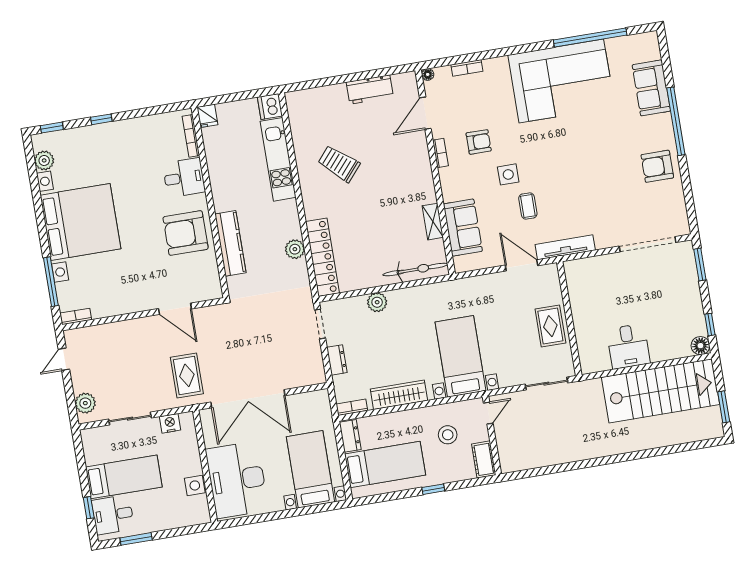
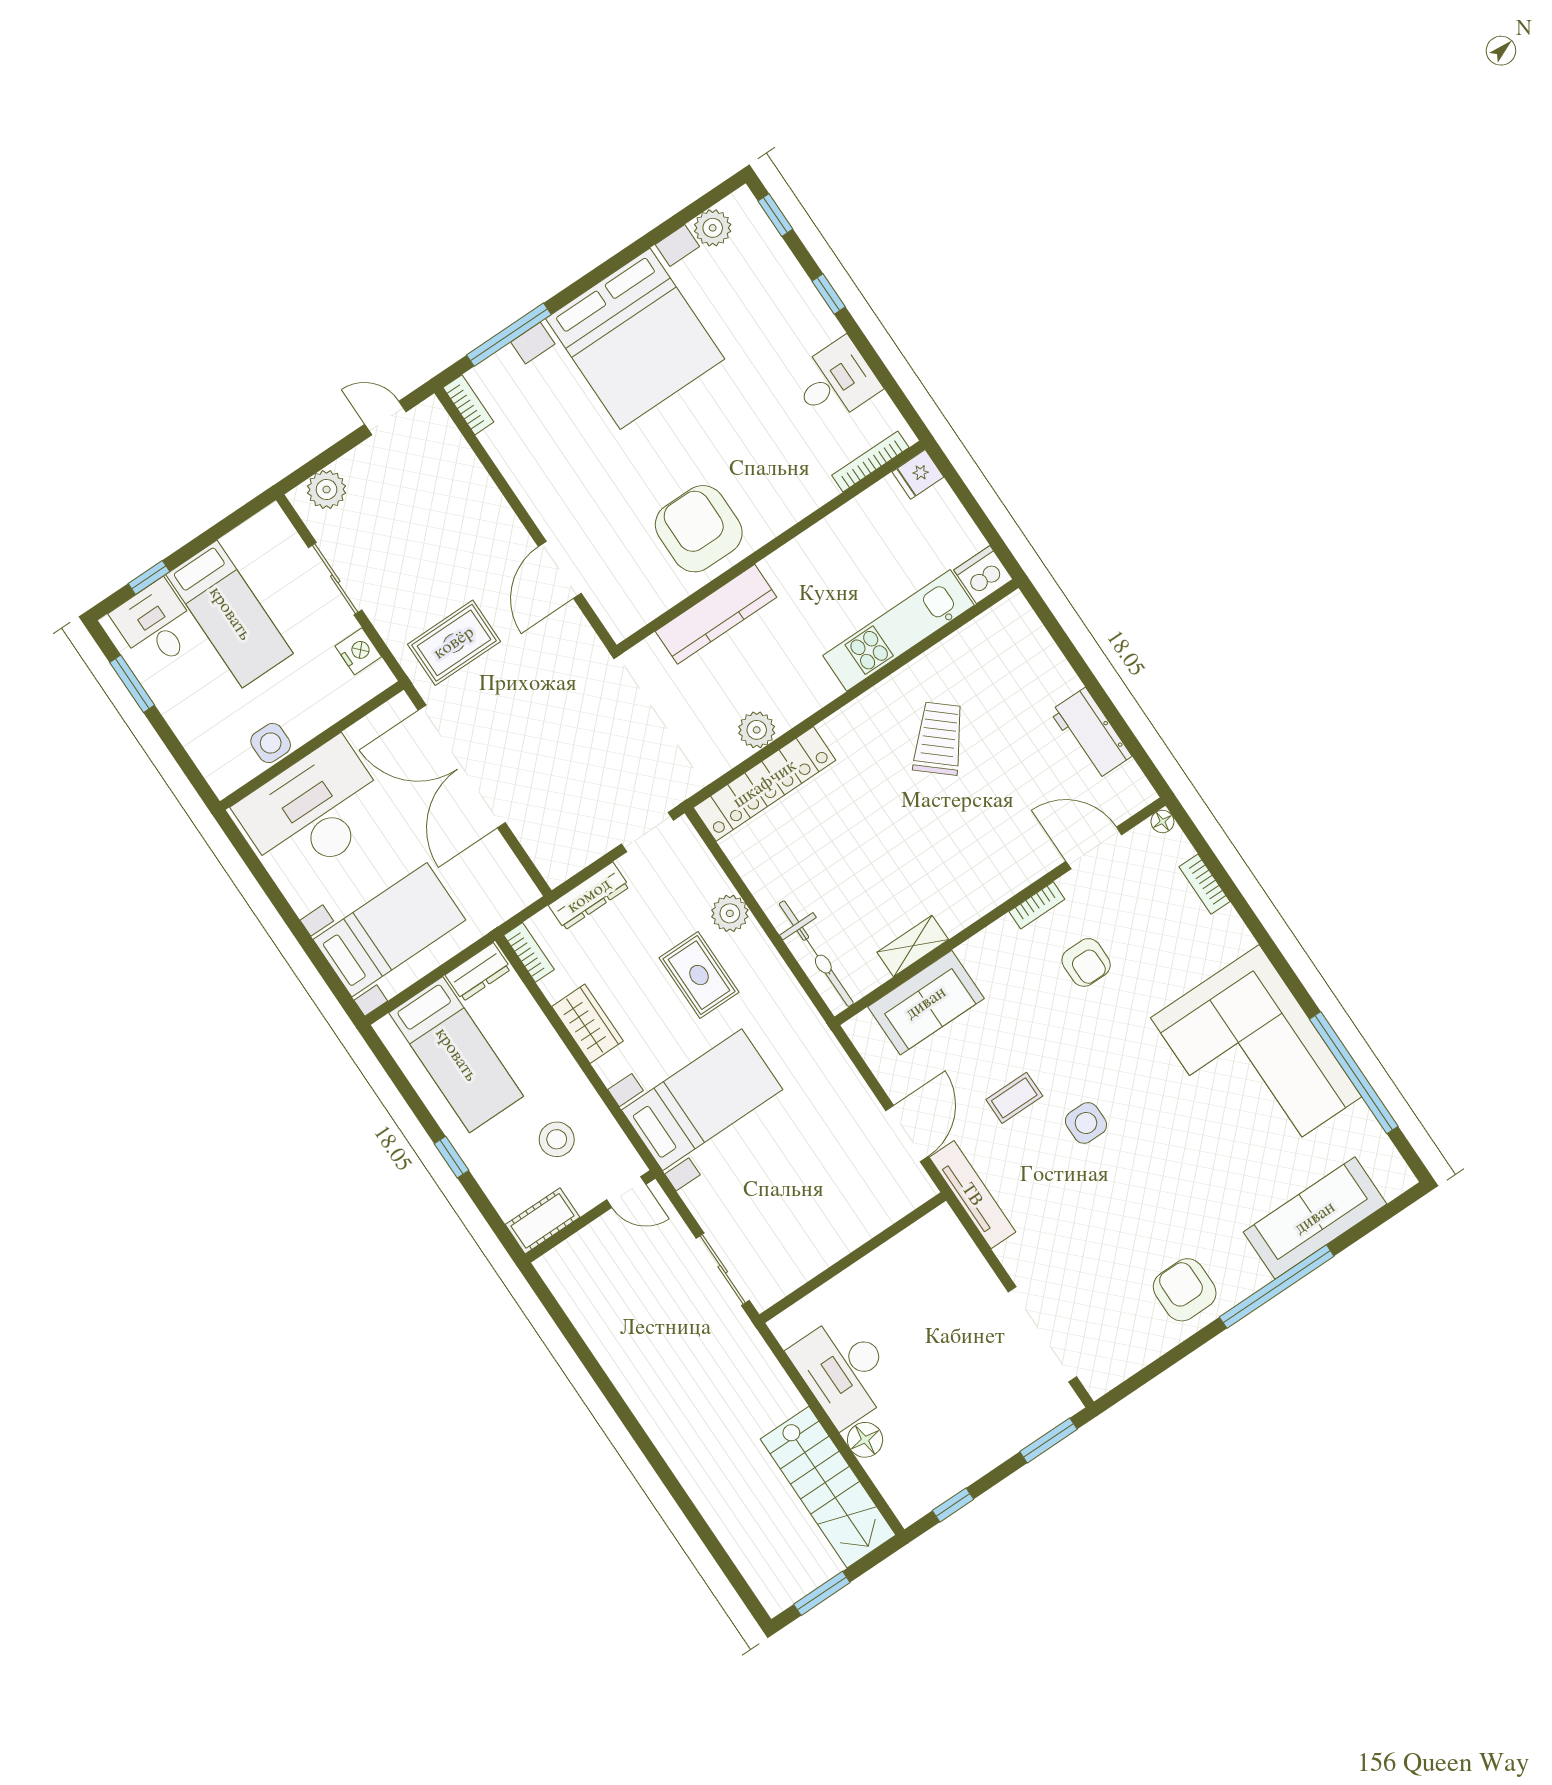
sofa: (651, 88) -> (1315, 1218), width x1.36
side table: (508, 174) -> (1086, 1123), moved
desk: (184, 178) -> (836, 381), moved, turned -90
rug: (550, 326) -> (699, 975), moved, turned 90
desk: (628, 346) -> (844, 1370), width x1.37
floor lamp: (700, 346) -> (865, 1440), moved
dresser: (337, 360) -> (589, 896), width x1.44
stairs: (661, 391) -> (828, 1487), width x0.73, depth x0.66
wardrobe: (399, 395) -> (587, 1024), width x0.67

